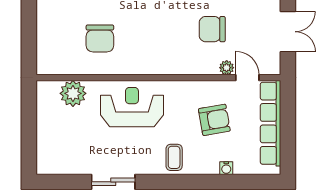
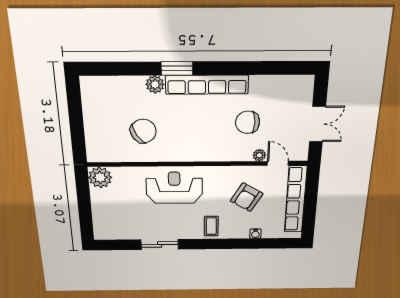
chair: (100, 38) -> (143, 131), turned -122
plant: (73, 93) -> (100, 177), moved
armchair: (214, 120) -> (247, 197), turned 131

